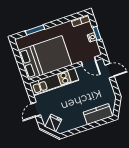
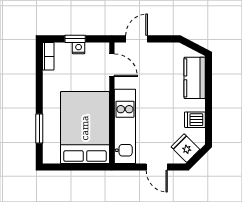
door: (88, 61) -> (112, 65), hinge flipped
dishwasher: (73, 123) -> (195, 120), added

